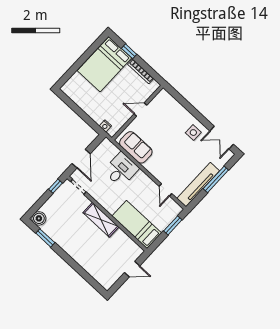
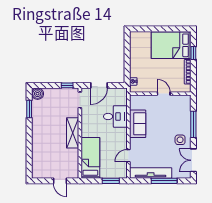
window: (191, 109) -> (193, 124), added
sofa: (136, 147) -> (138, 124), moved

